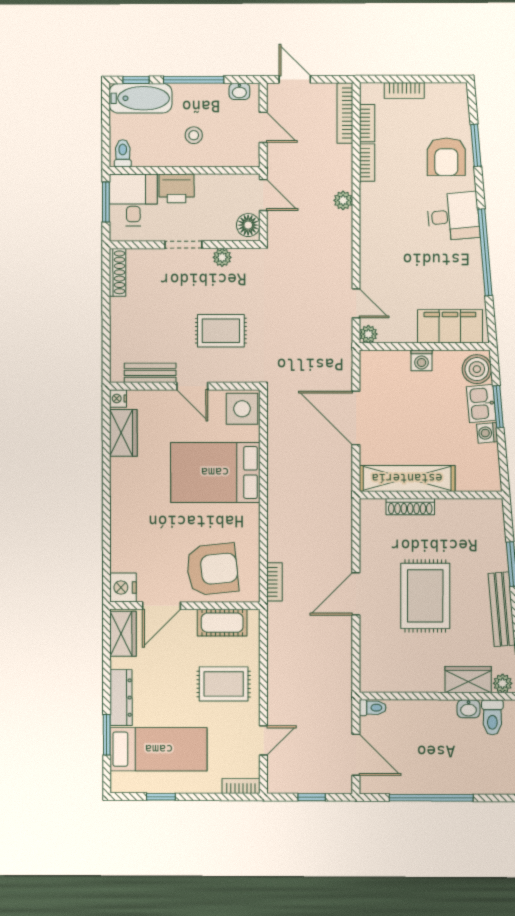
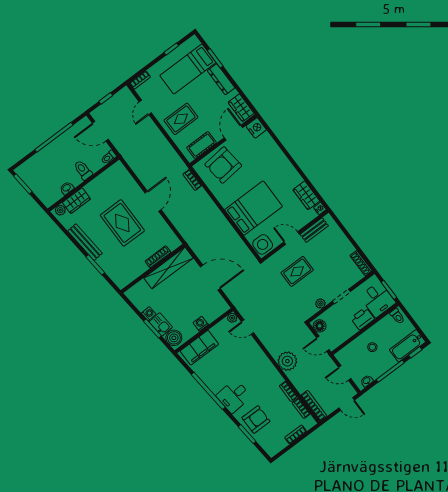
armchair: (446, 157) -> (256, 419), turned 90
plant: (343, 200) -> (287, 361), width x1.88, depth x1.88
toilet: (492, 717) -> (83, 170), moved

